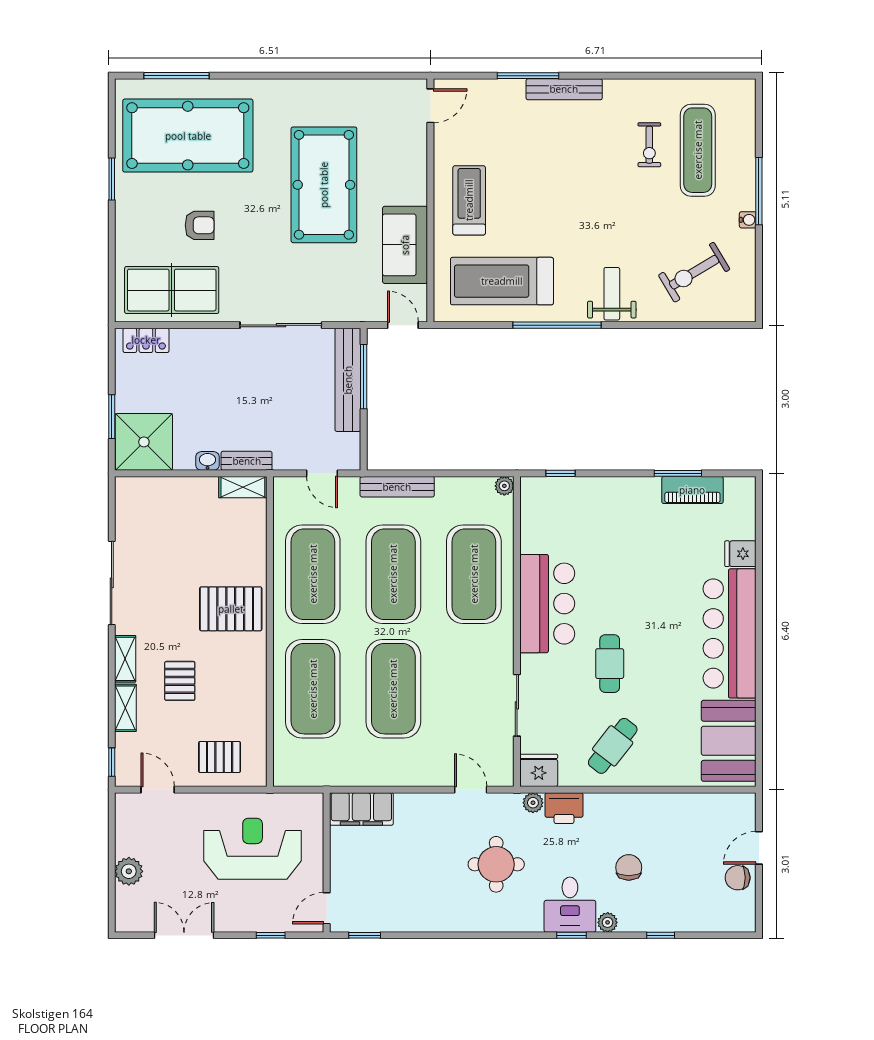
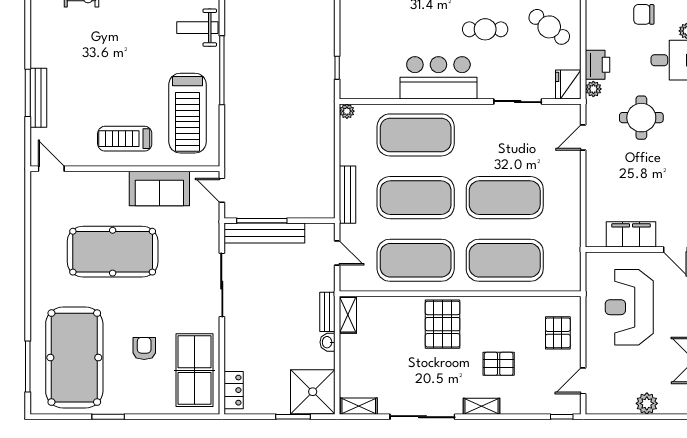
bench: (564, 89) -> (38, 98), moved
door: (403, 325) -> (222, 190), hinge flipped
door: (322, 473) -> (337, 253), hinge flipped
shelving: (125, 708) -> (359, 406), moved
filing cabinet: (361, 809) -> (631, 234), moved, turned -90

